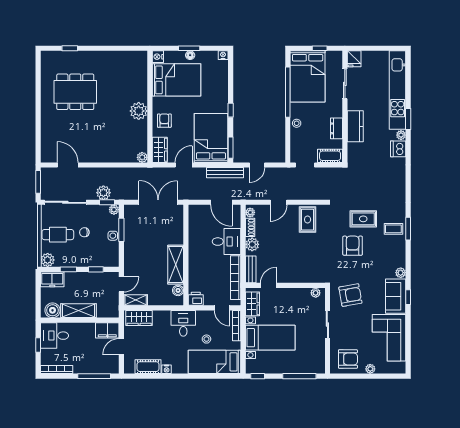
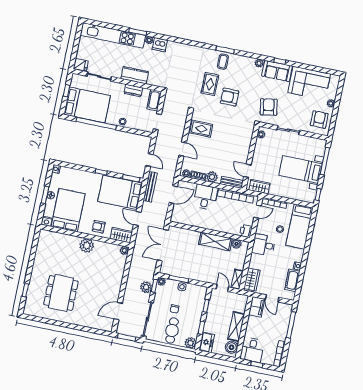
bed with nightstands: (270, 338) -> (300, 169), moved, turned -90

